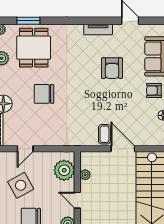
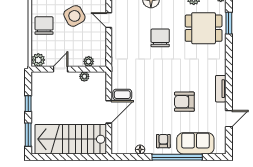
plant: (64, 170) -> (89, 61), width x0.53, depth x0.53

